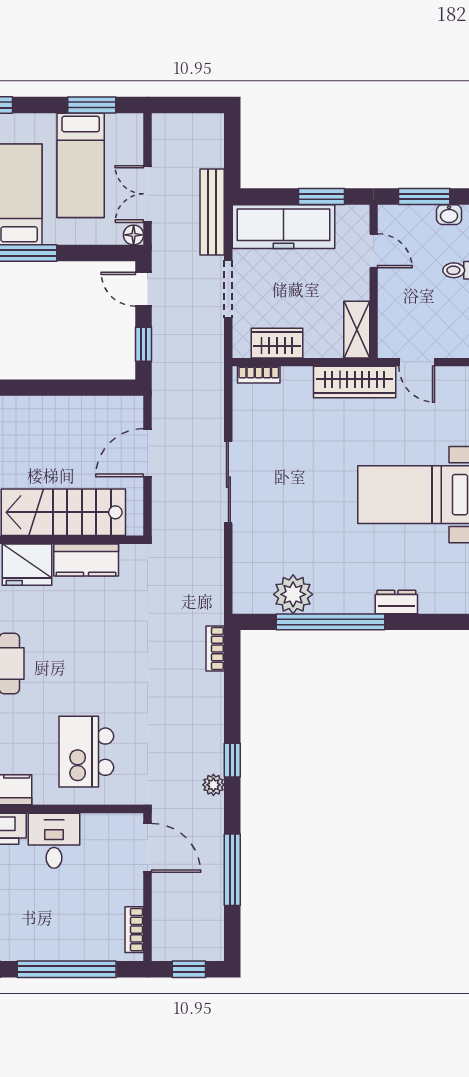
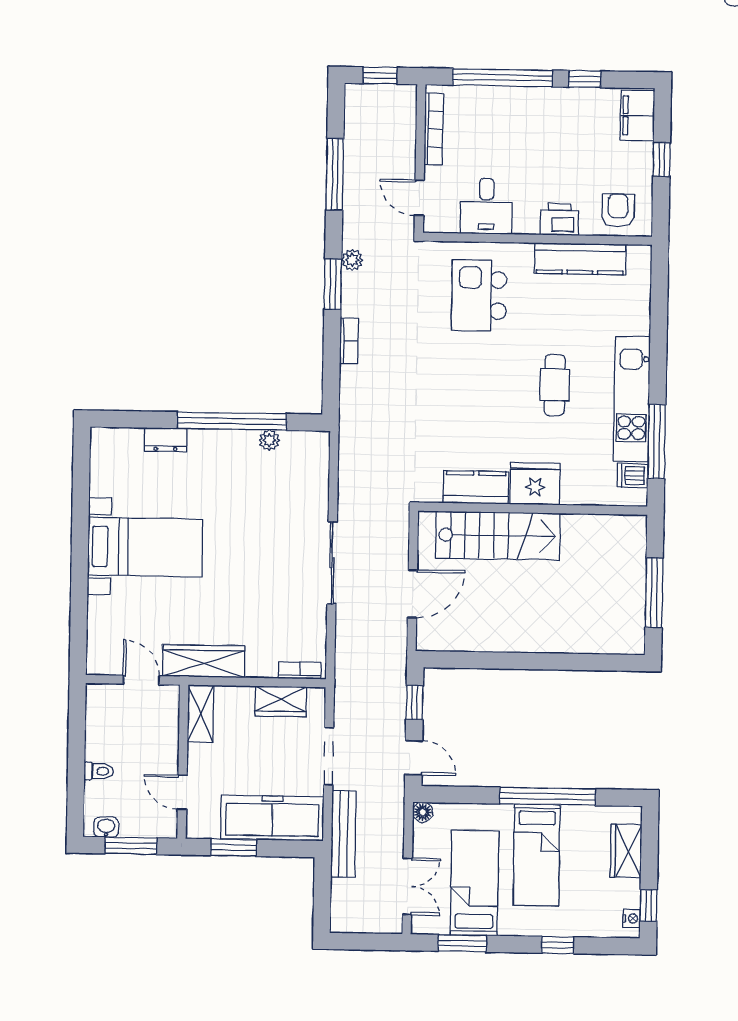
double door: (148, 194) -> (407, 886), moved
plant: (293, 594) -> (269, 440), width x0.53, depth x0.53
bookcase: (215, 648) -> (349, 341), moved
kitchen island: (86, 752) -> (479, 295), turned 180
window: (232, 760) -> (333, 284), width x1.50
desk: (54, 841) -> (486, 206), moved
door: (148, 848) -> (419, 198), width x0.73
bookcase: (134, 930) -> (434, 129), width x1.56

